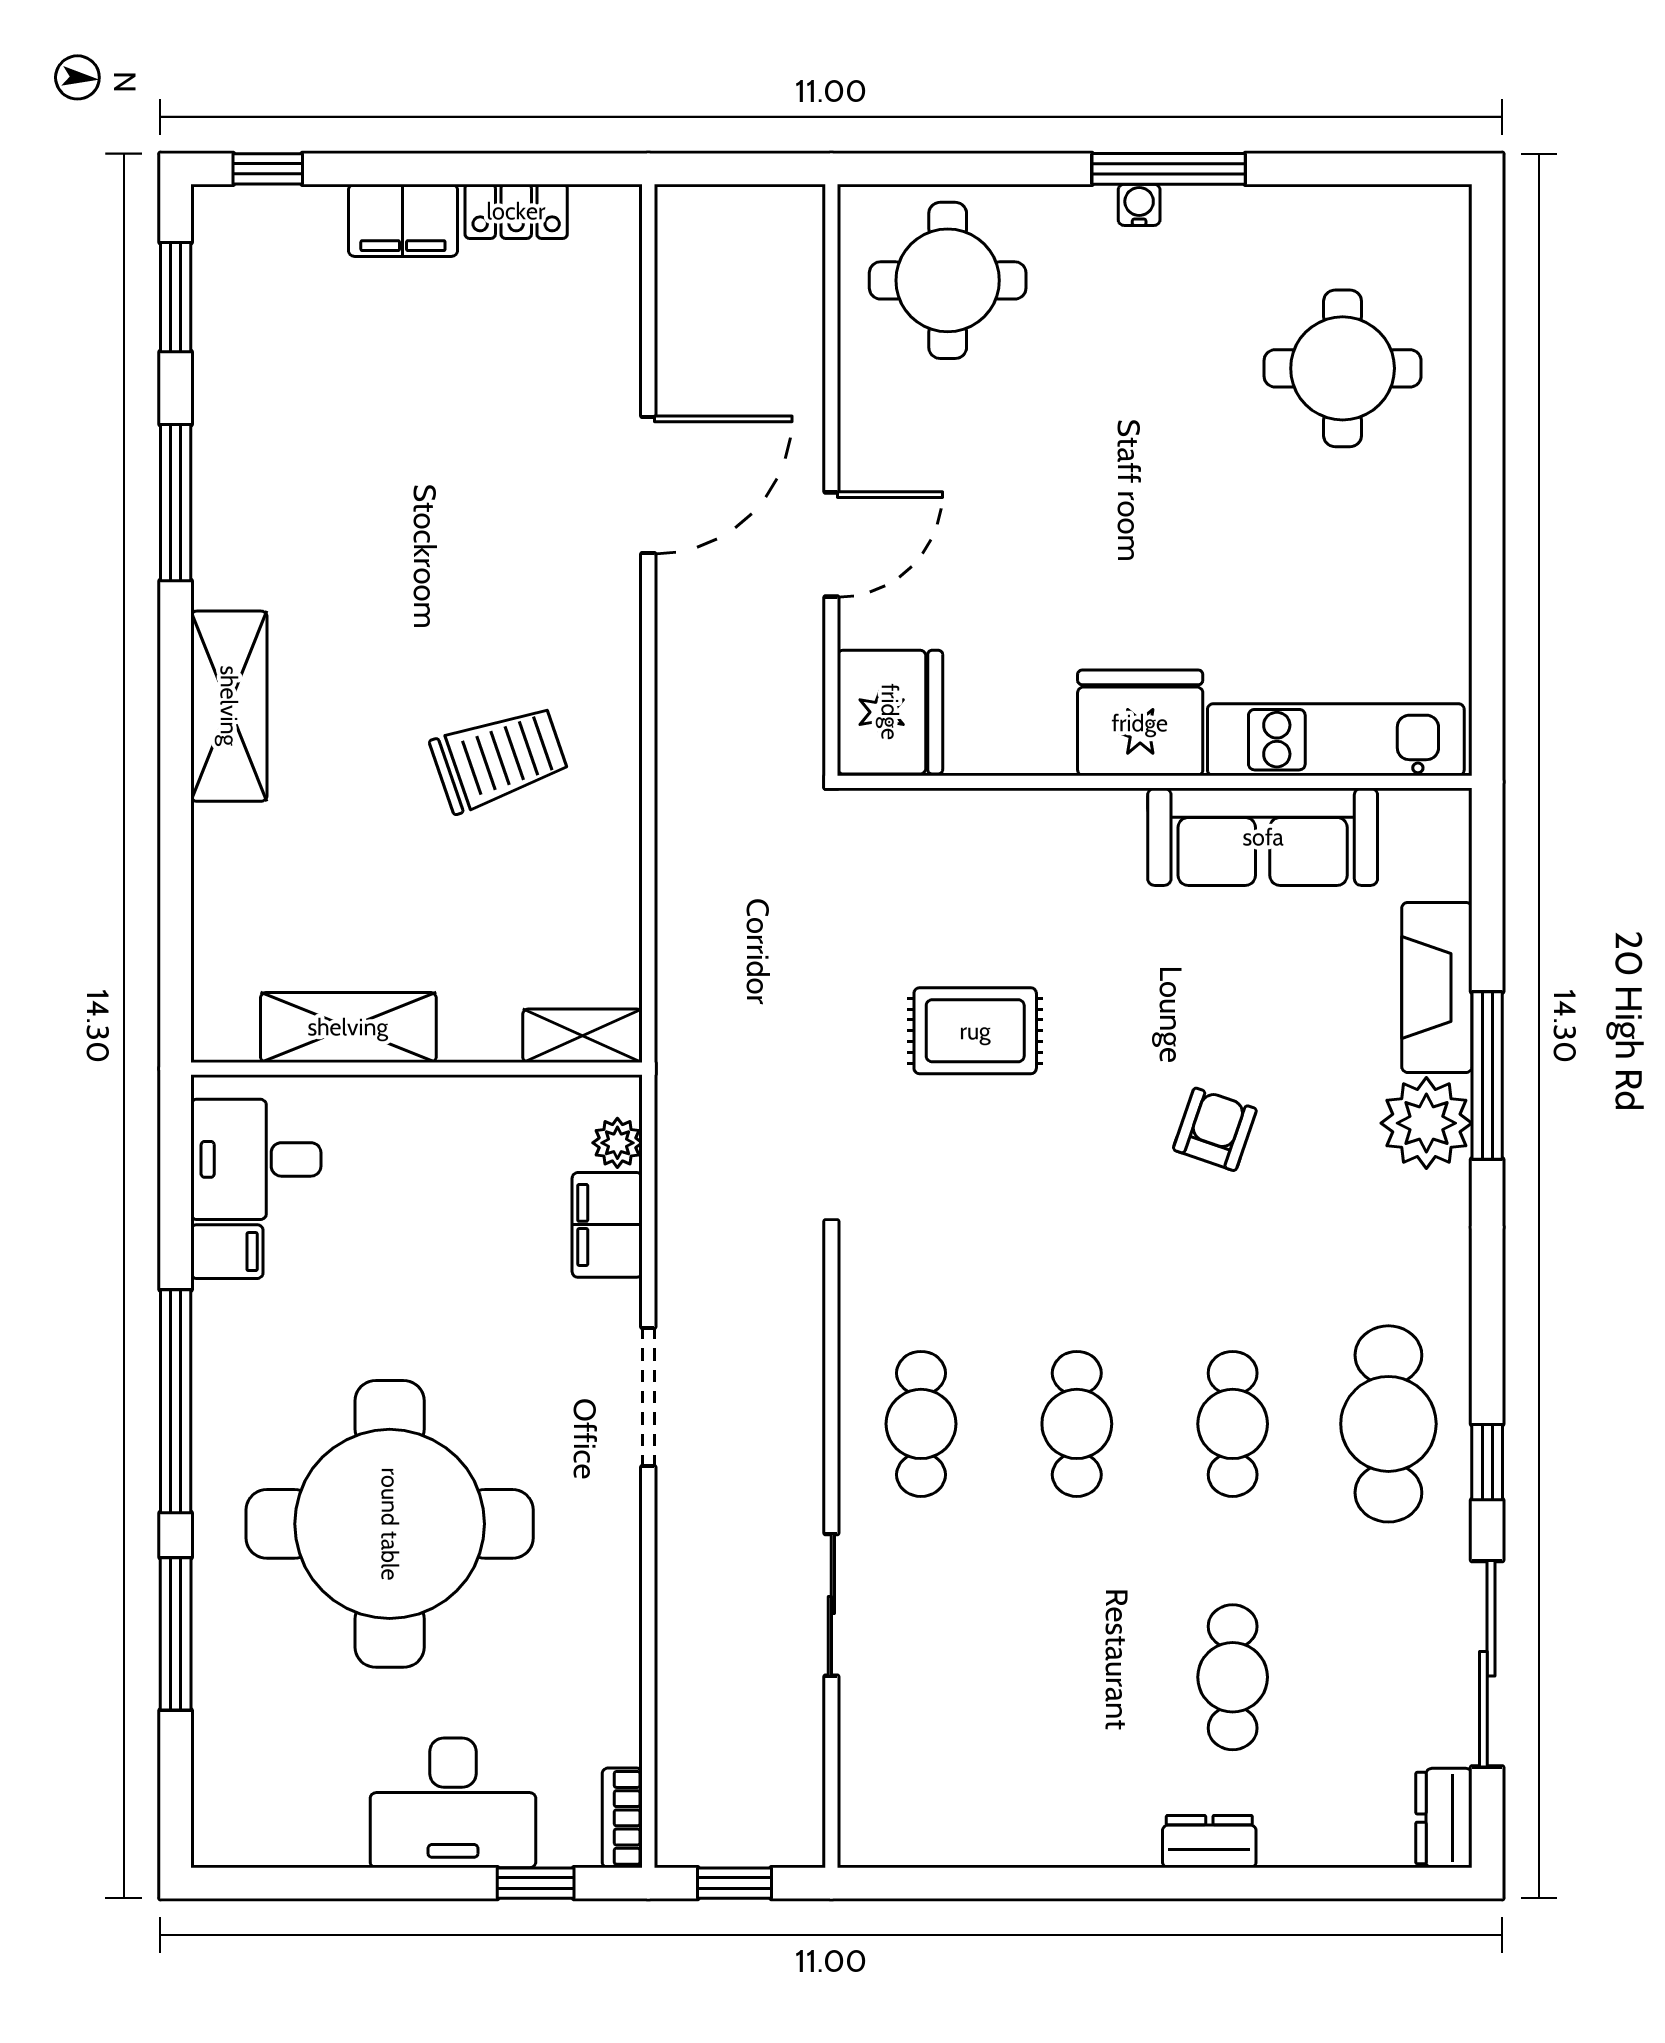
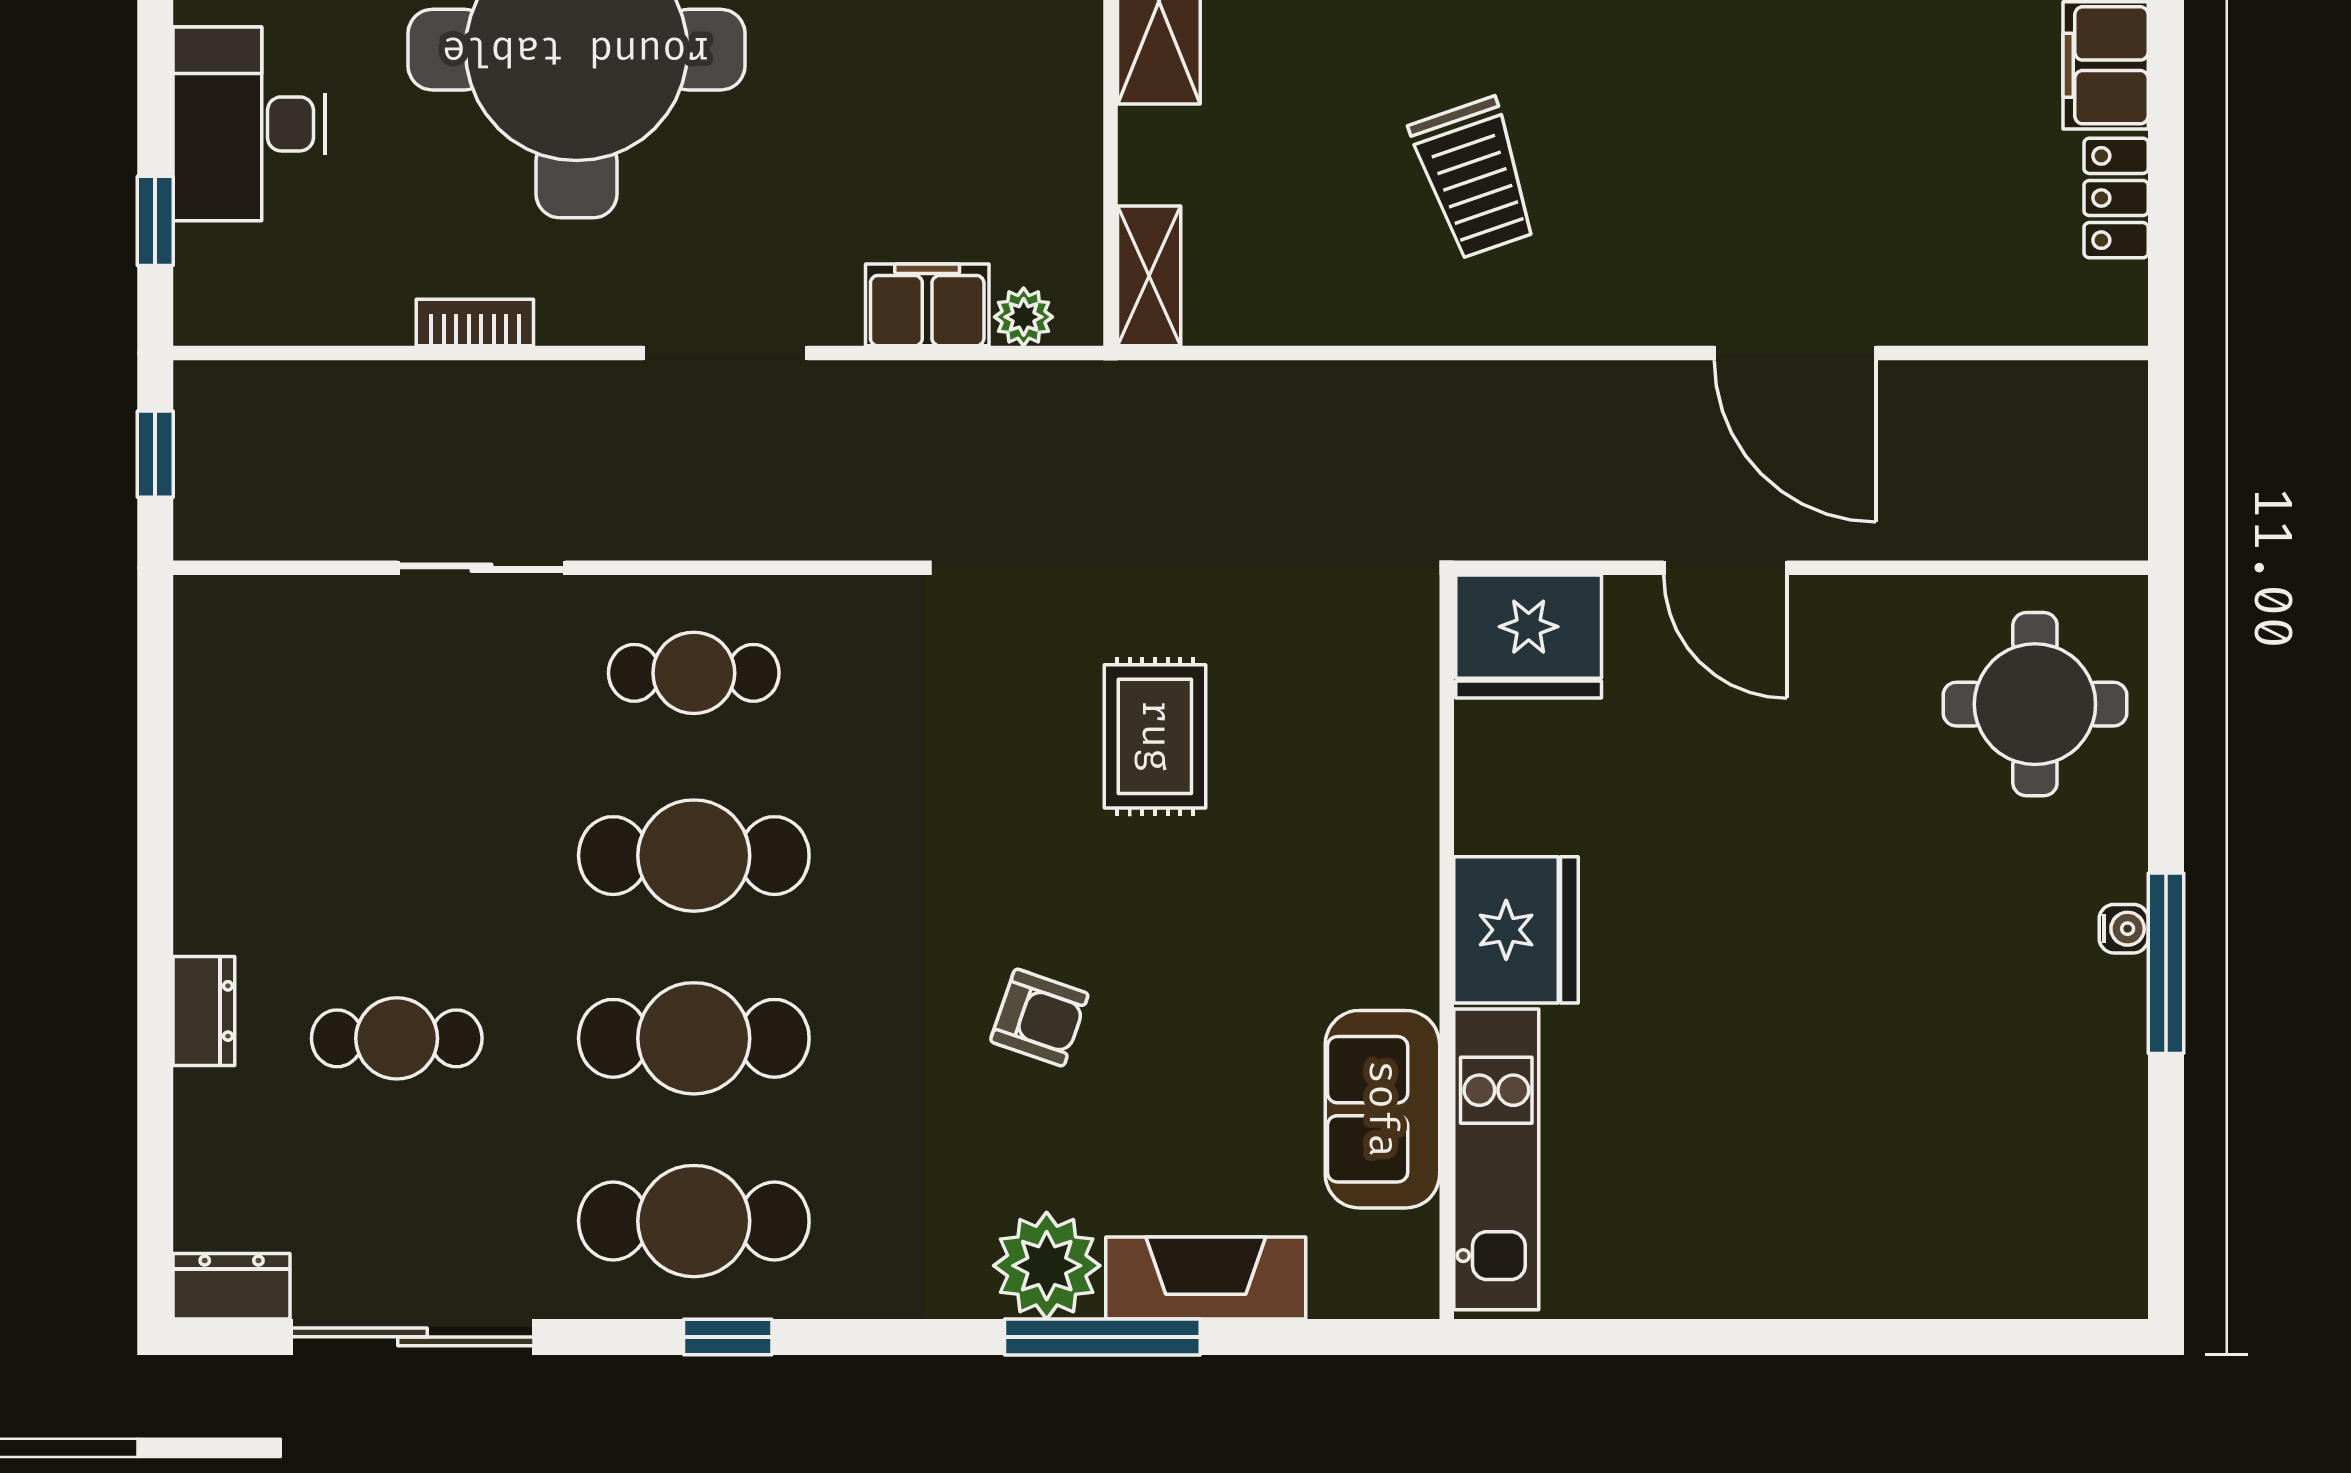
round table: (1343, 368) -> (1932, 1167), removed
sofa: (1263, 837) -> (1382, 1109), width x0.73
cafe table: (1077, 1424) -> (694, 856), width x1.37, depth x1.35
cafe table: (1233, 1424) -> (694, 1038), width x1.37, depth x1.35
window: (1487, 1462) -> (728, 1337), moved
bookcase: (622, 1818) -> (475, 322), moved

